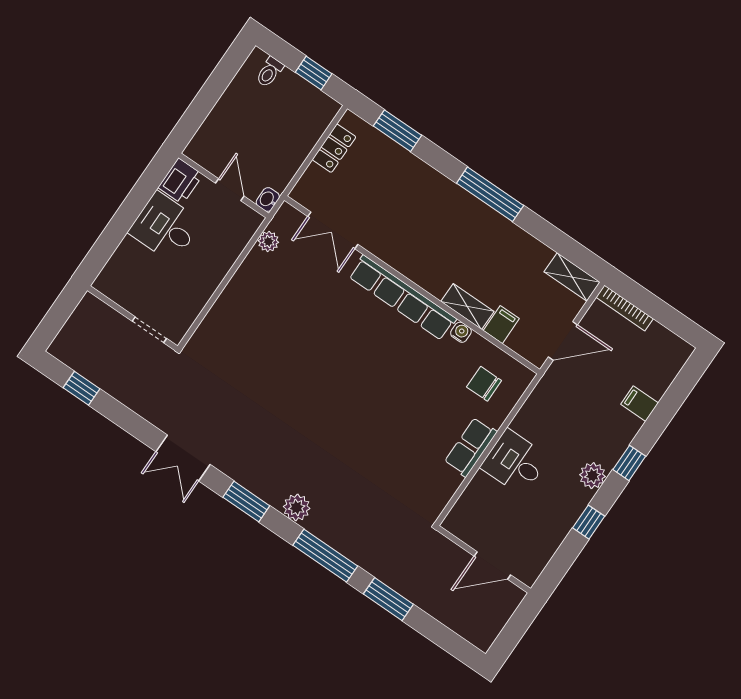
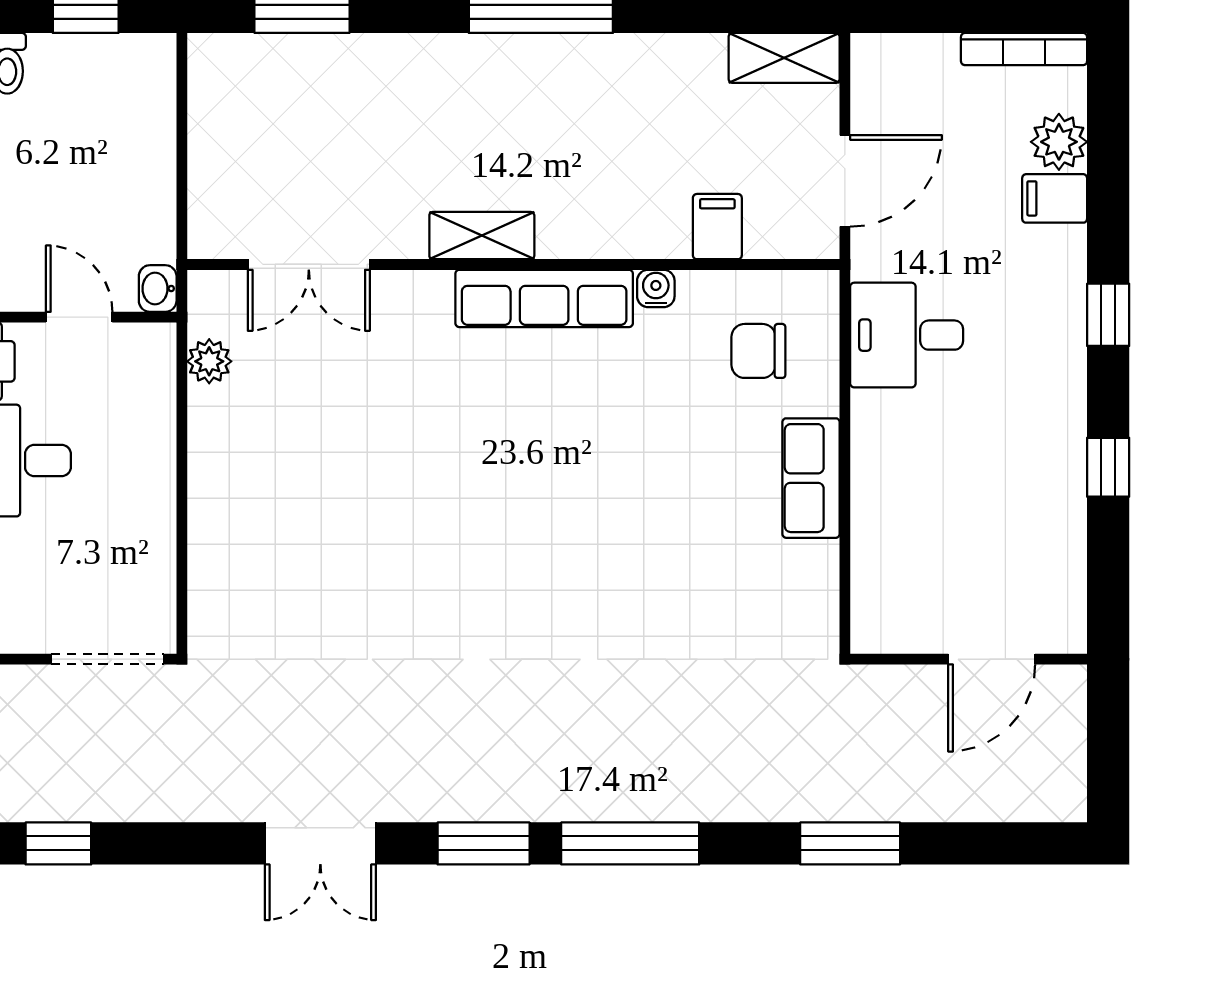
locker: (334, 148) -> (212, 119), removed
row of seats: (402, 298) -> (544, 298), width x0.73
shelving: (467, 306) -> (482, 236), moved
bookcase: (625, 308) -> (1024, 49), moved
doorway: (149, 330) -> (107, 659), width x1.38
desk: (515, 462) -> (907, 335), moved
plant: (593, 476) -> (1059, 142), moved
plant: (297, 507) -> (579, 793), removed
window: (325, 556) -> (630, 843), moved

